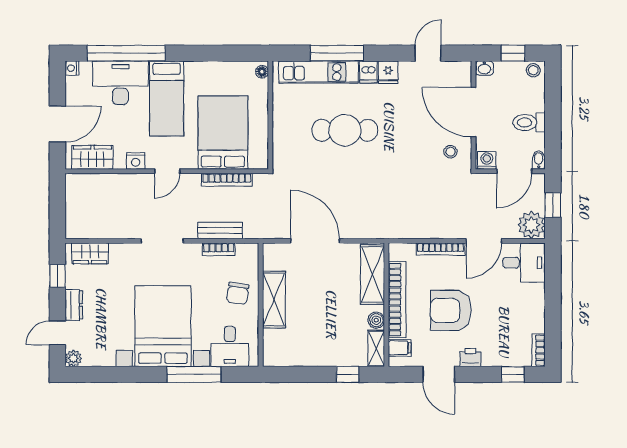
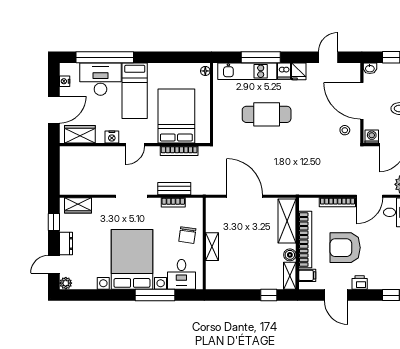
nightstand: (72, 68) -> (65, 81), moved
shelving: (274, 300) -> (212, 247), width x0.67, depth x0.75

